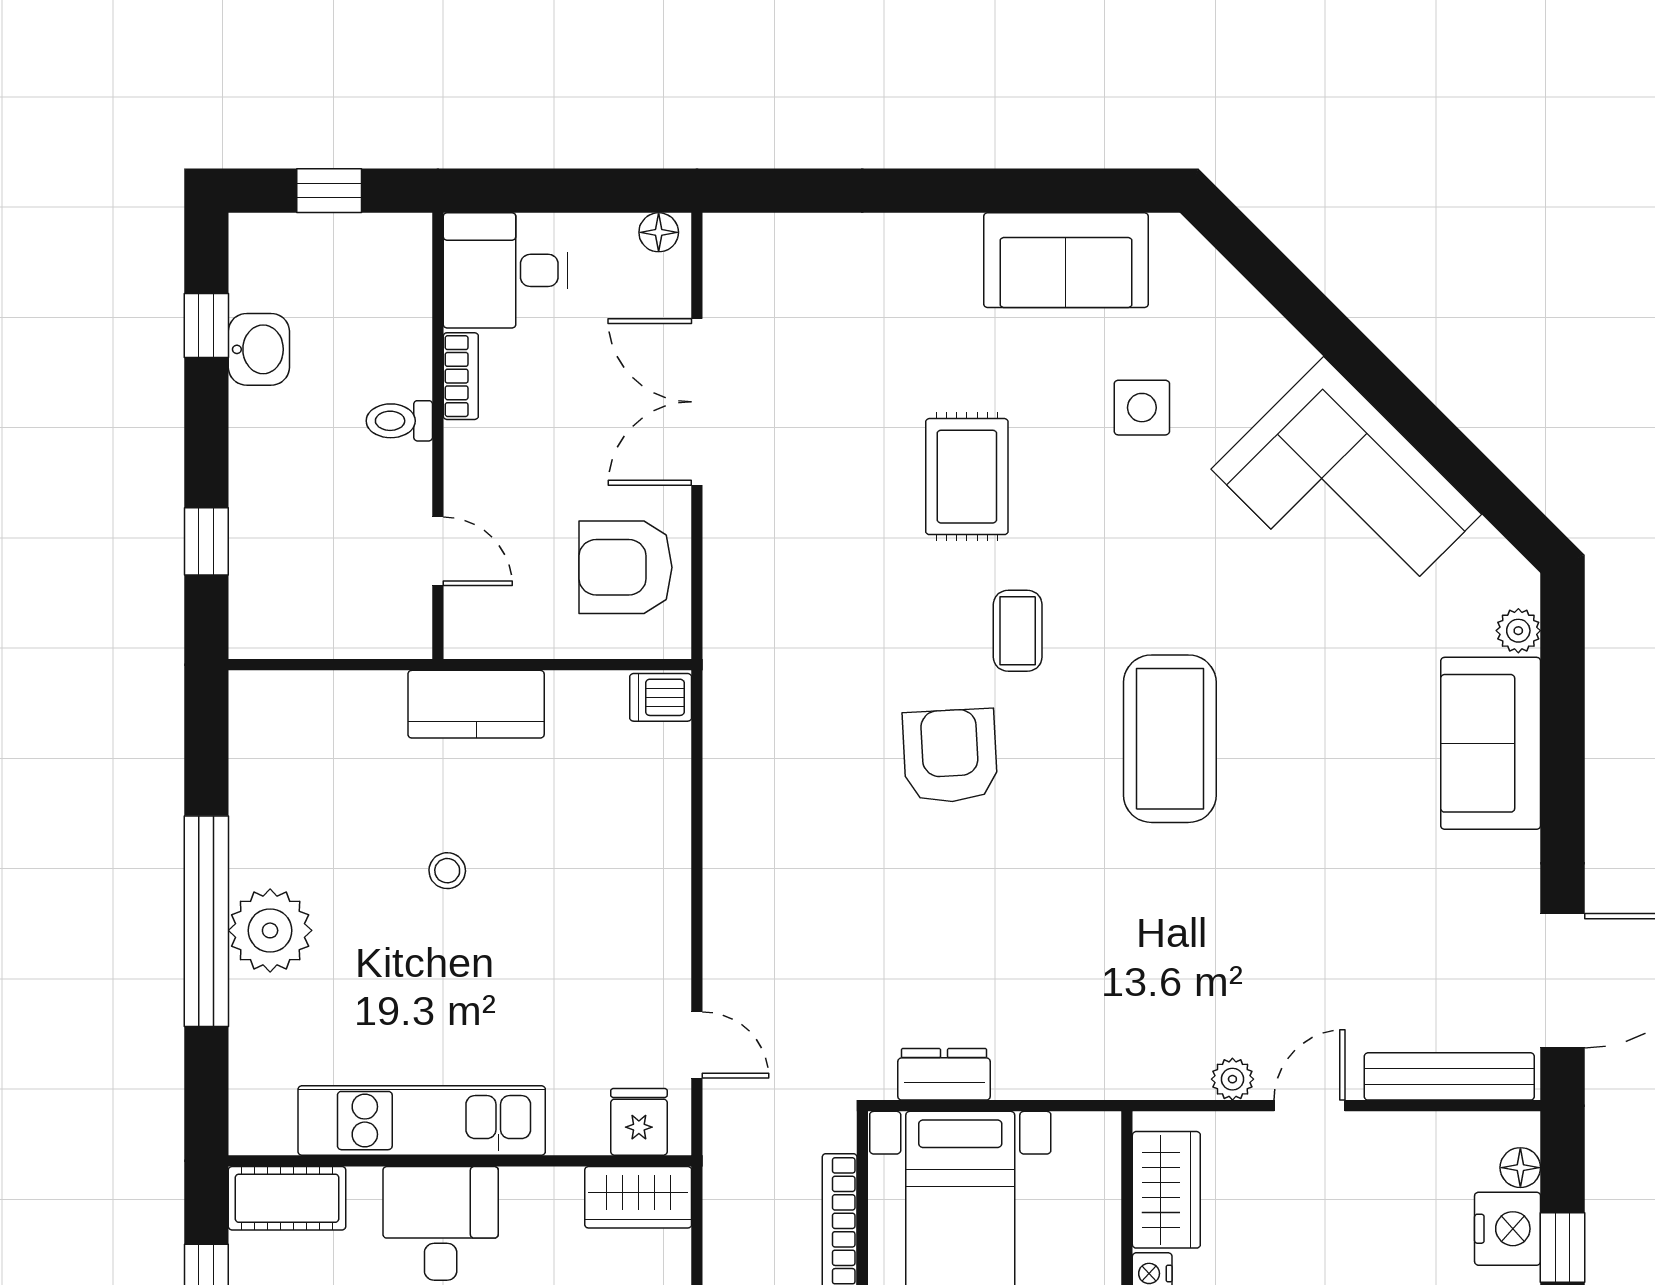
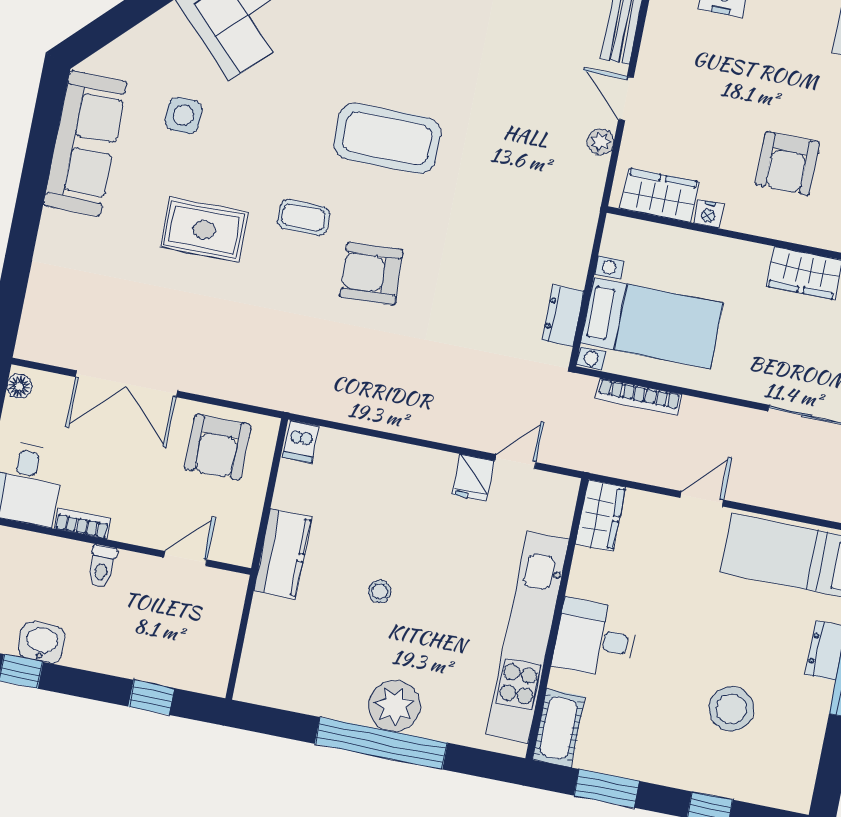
sofa: (1066, 260) -> (85, 143), width x1.36
kitchen unit: (422, 1121) -> (528, 637), width x1.36
fridge: (639, 1122) -> (473, 478), moved, turned -90

